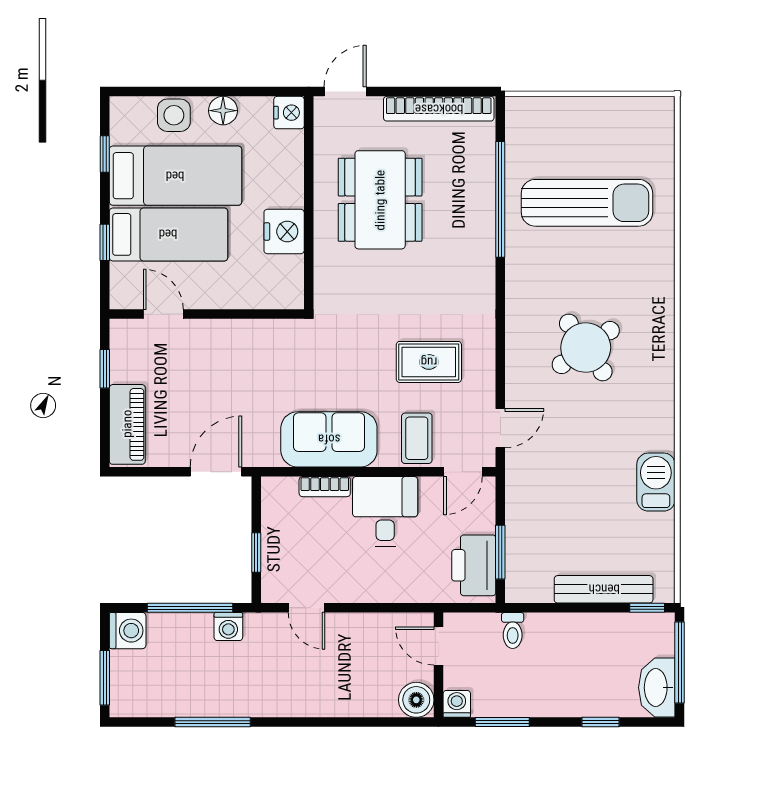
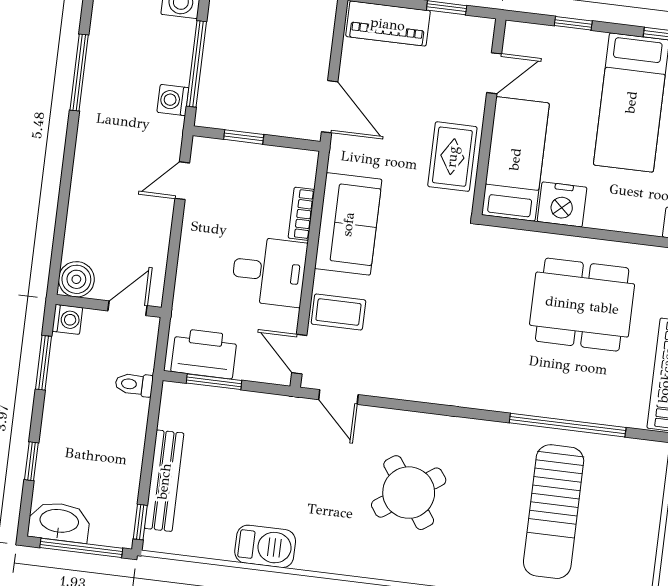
bed: (168, 234) -> (515, 159), moved, turned 180
rug: (429, 362) -> (452, 157), moved

